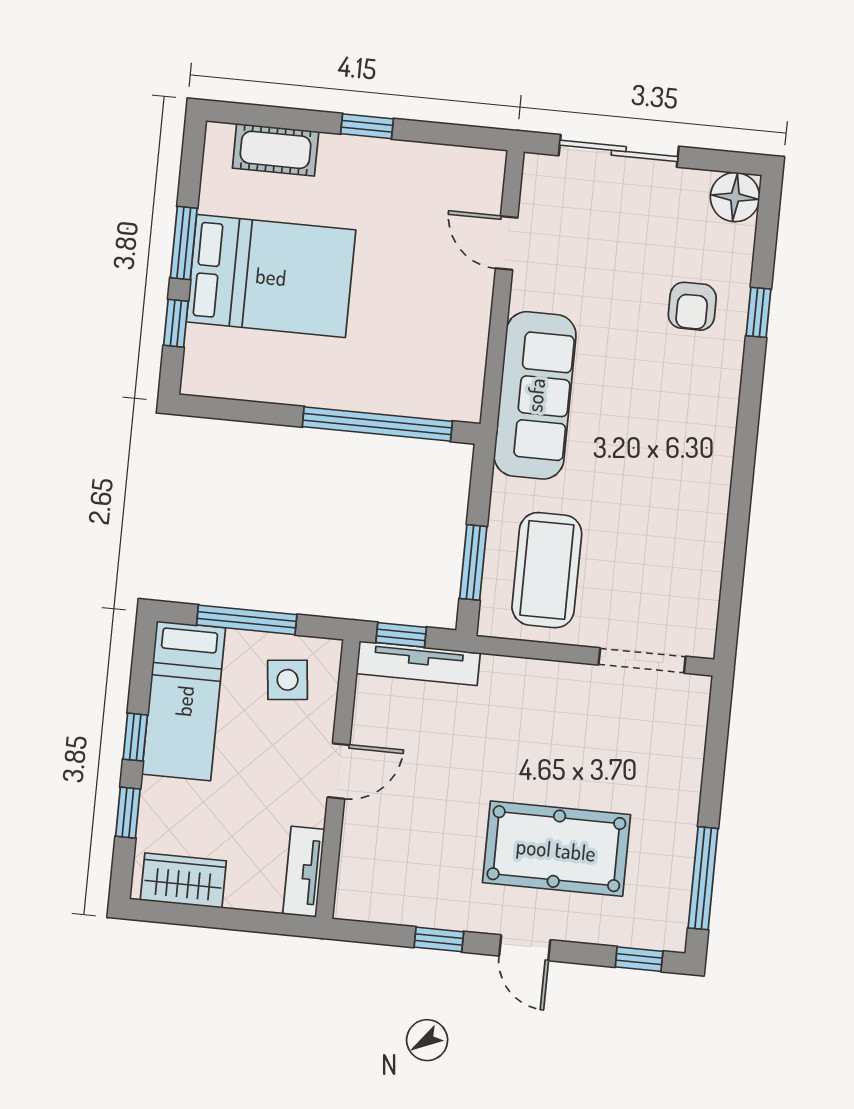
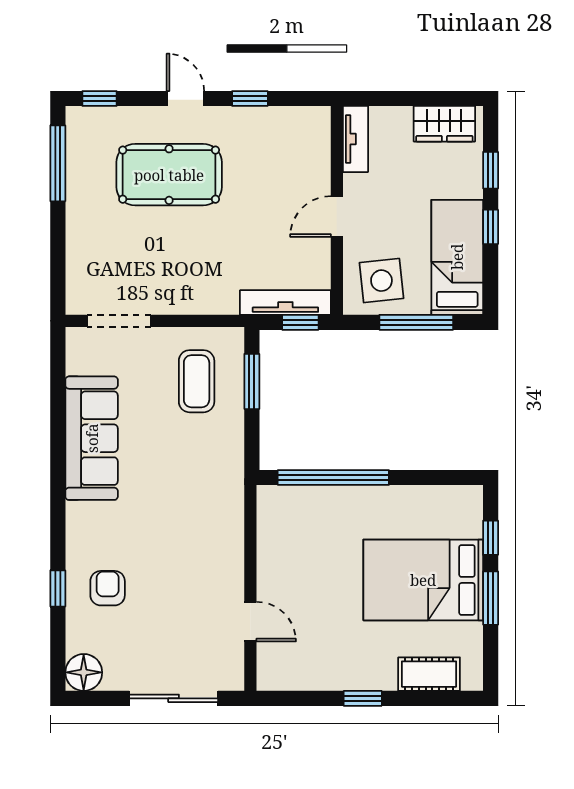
sofa: (535, 395) -> (92, 438), moved, turned 180
coffee table: (547, 570) -> (197, 381), width x0.73, depth x0.76
side table: (288, 680) -> (381, 281), width x1.37, depth x1.37

